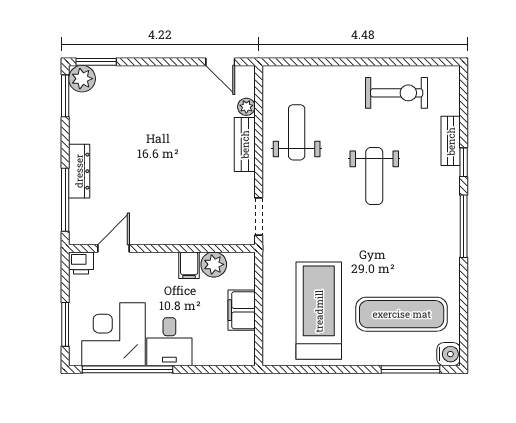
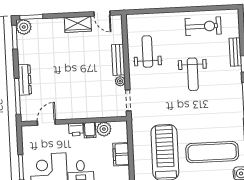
wardrobe: (177, 79) -> (78, 24), added
plant: (246, 107) -> (120, 81), moved
printer: (81, 263) -> (76, 130), moved

